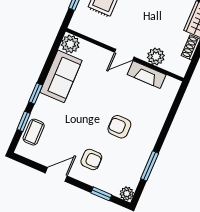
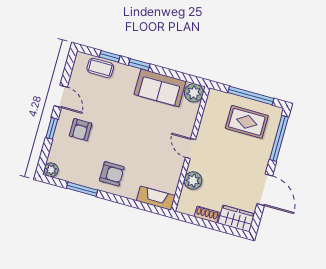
fireplace: (147, 75) -> (156, 198), moved, turned 90
armchair: (119, 127) -> (112, 174), moved, turned 90
window: (101, 194) -> (52, 128), moved

